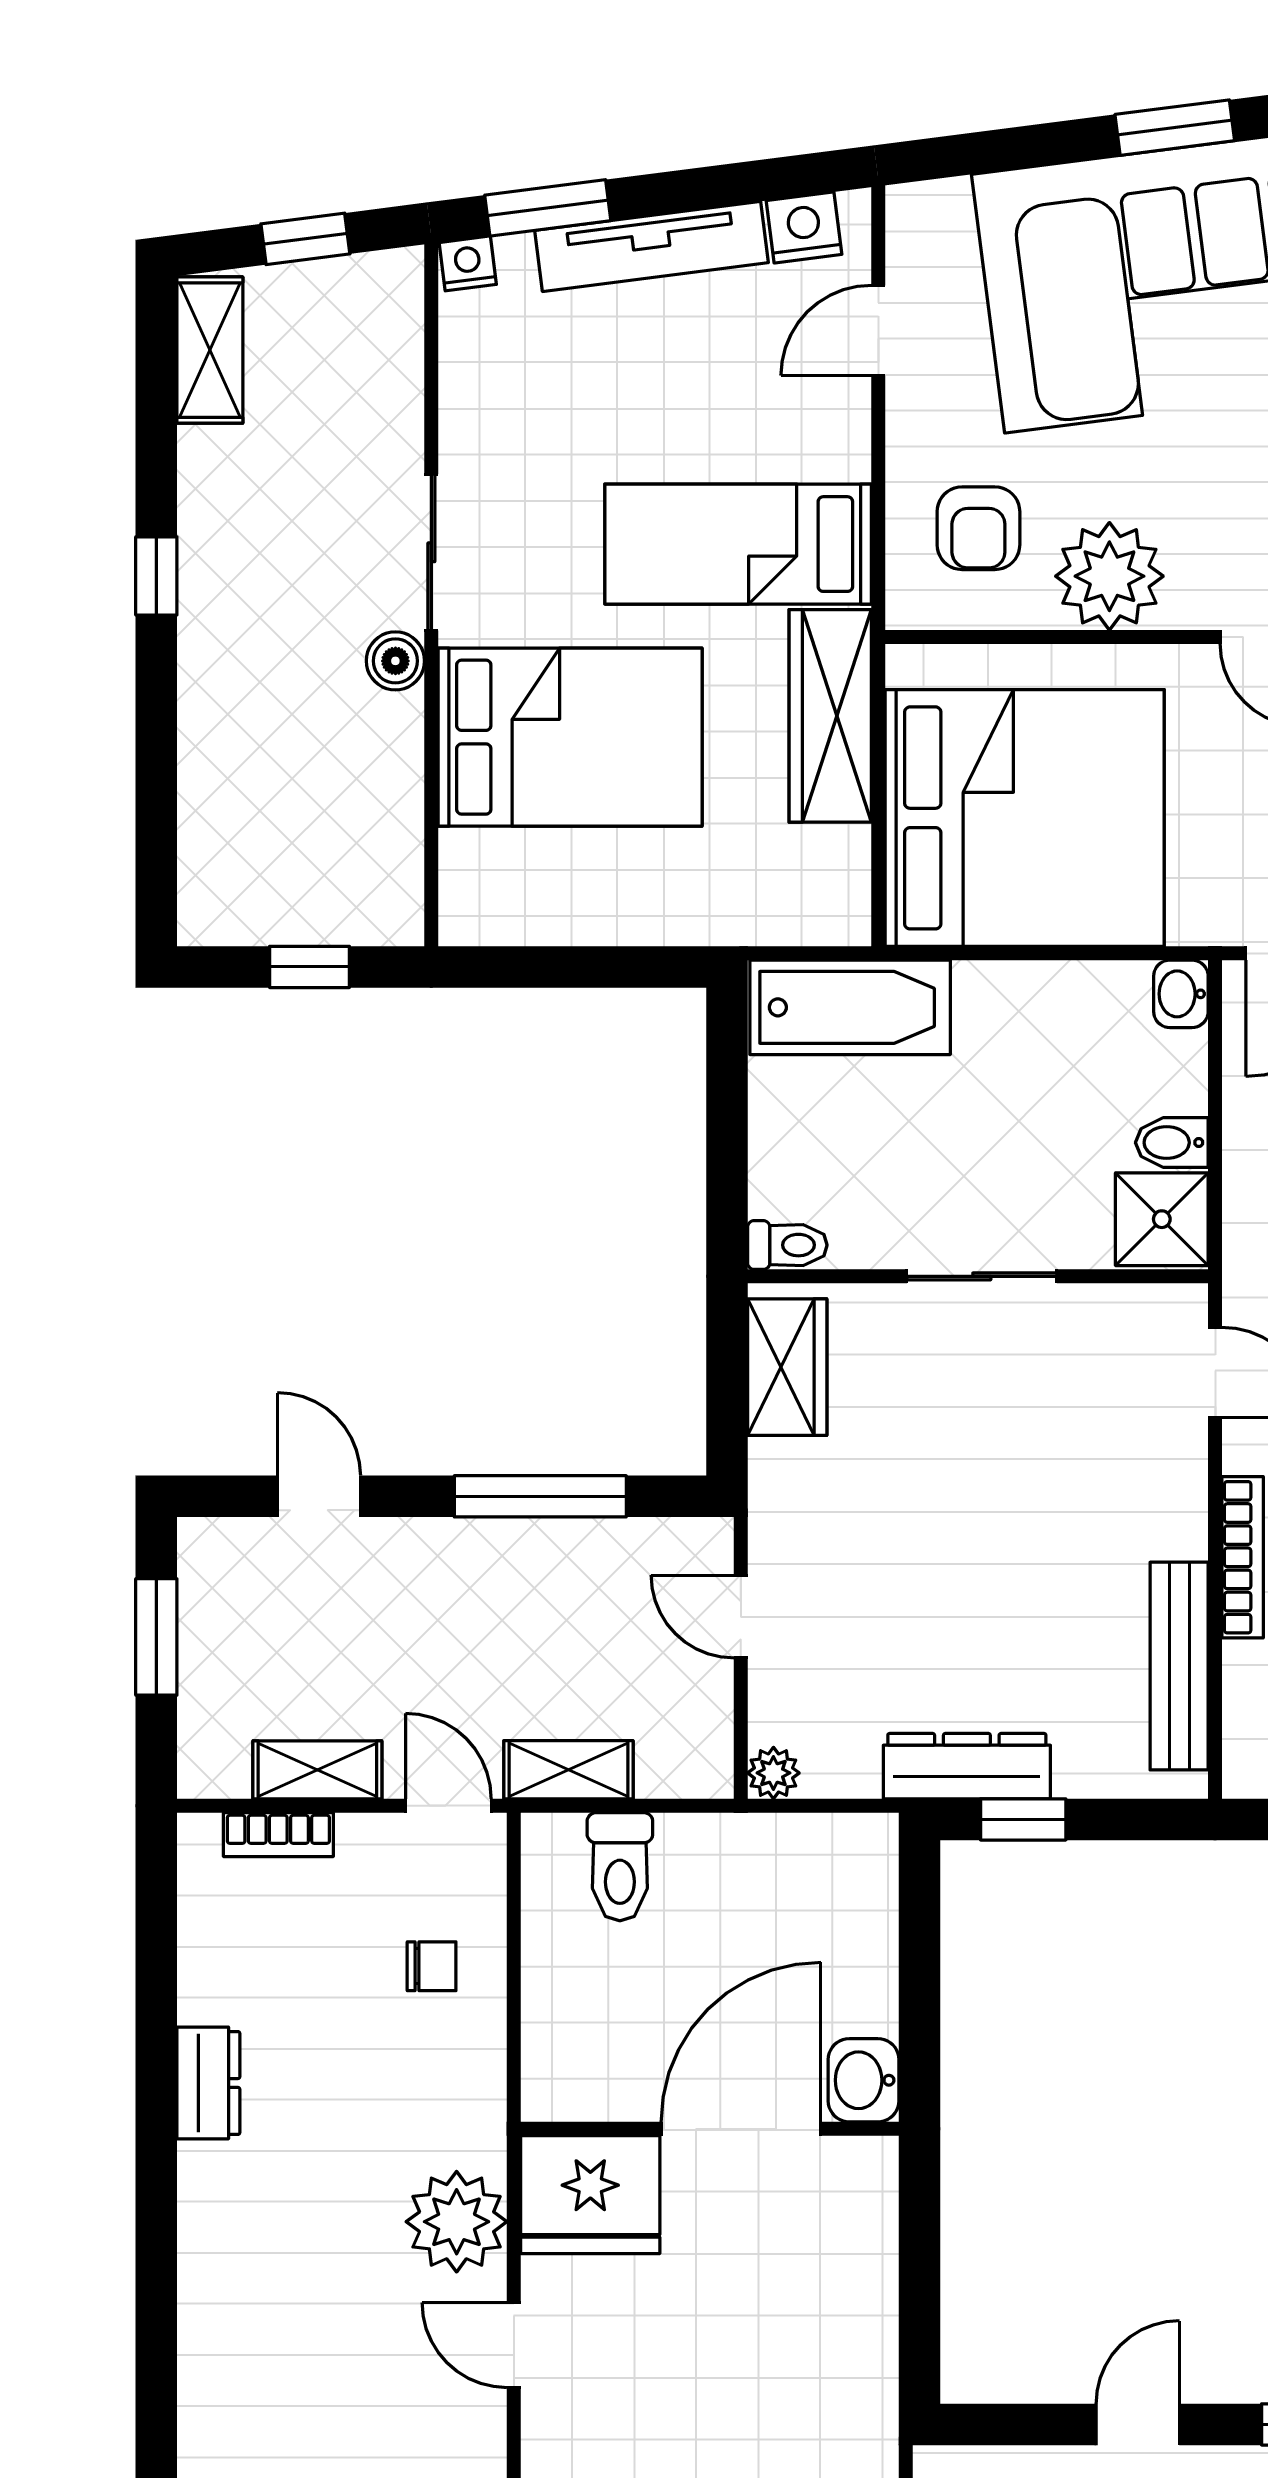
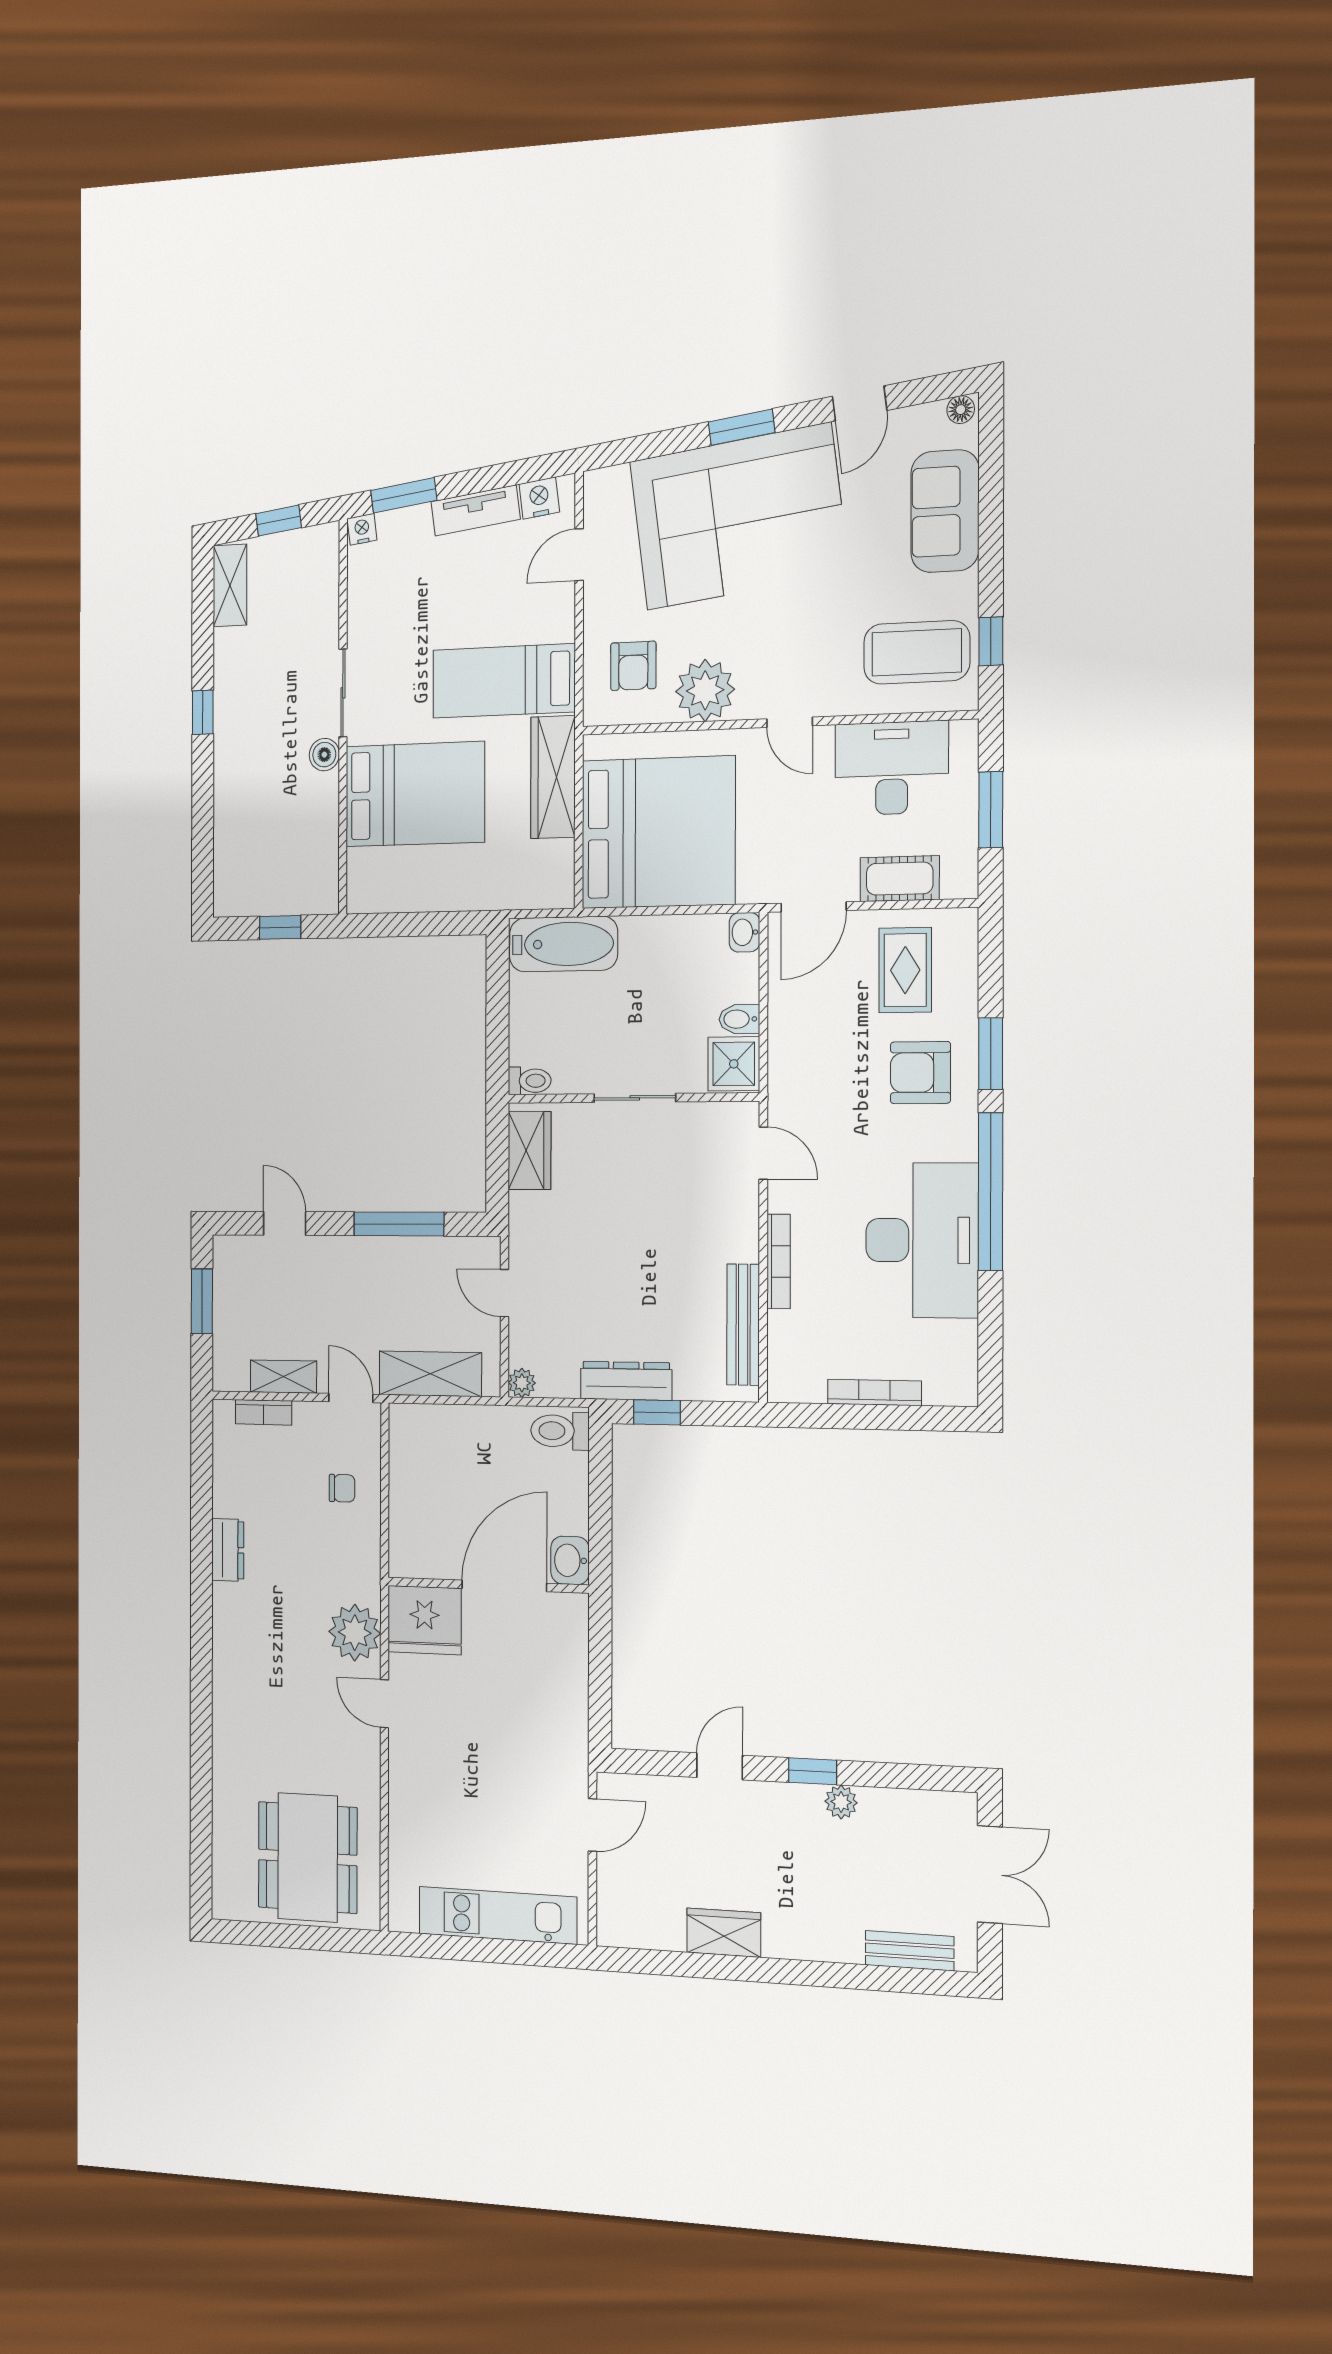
tv unit: (652, 246) -> (476, 510), width x0.71
shelving: (568, 1770) -> (430, 1374), width x1.50, depth x1.33
toilet: (620, 1867) -> (560, 1431), moved, turned 90

